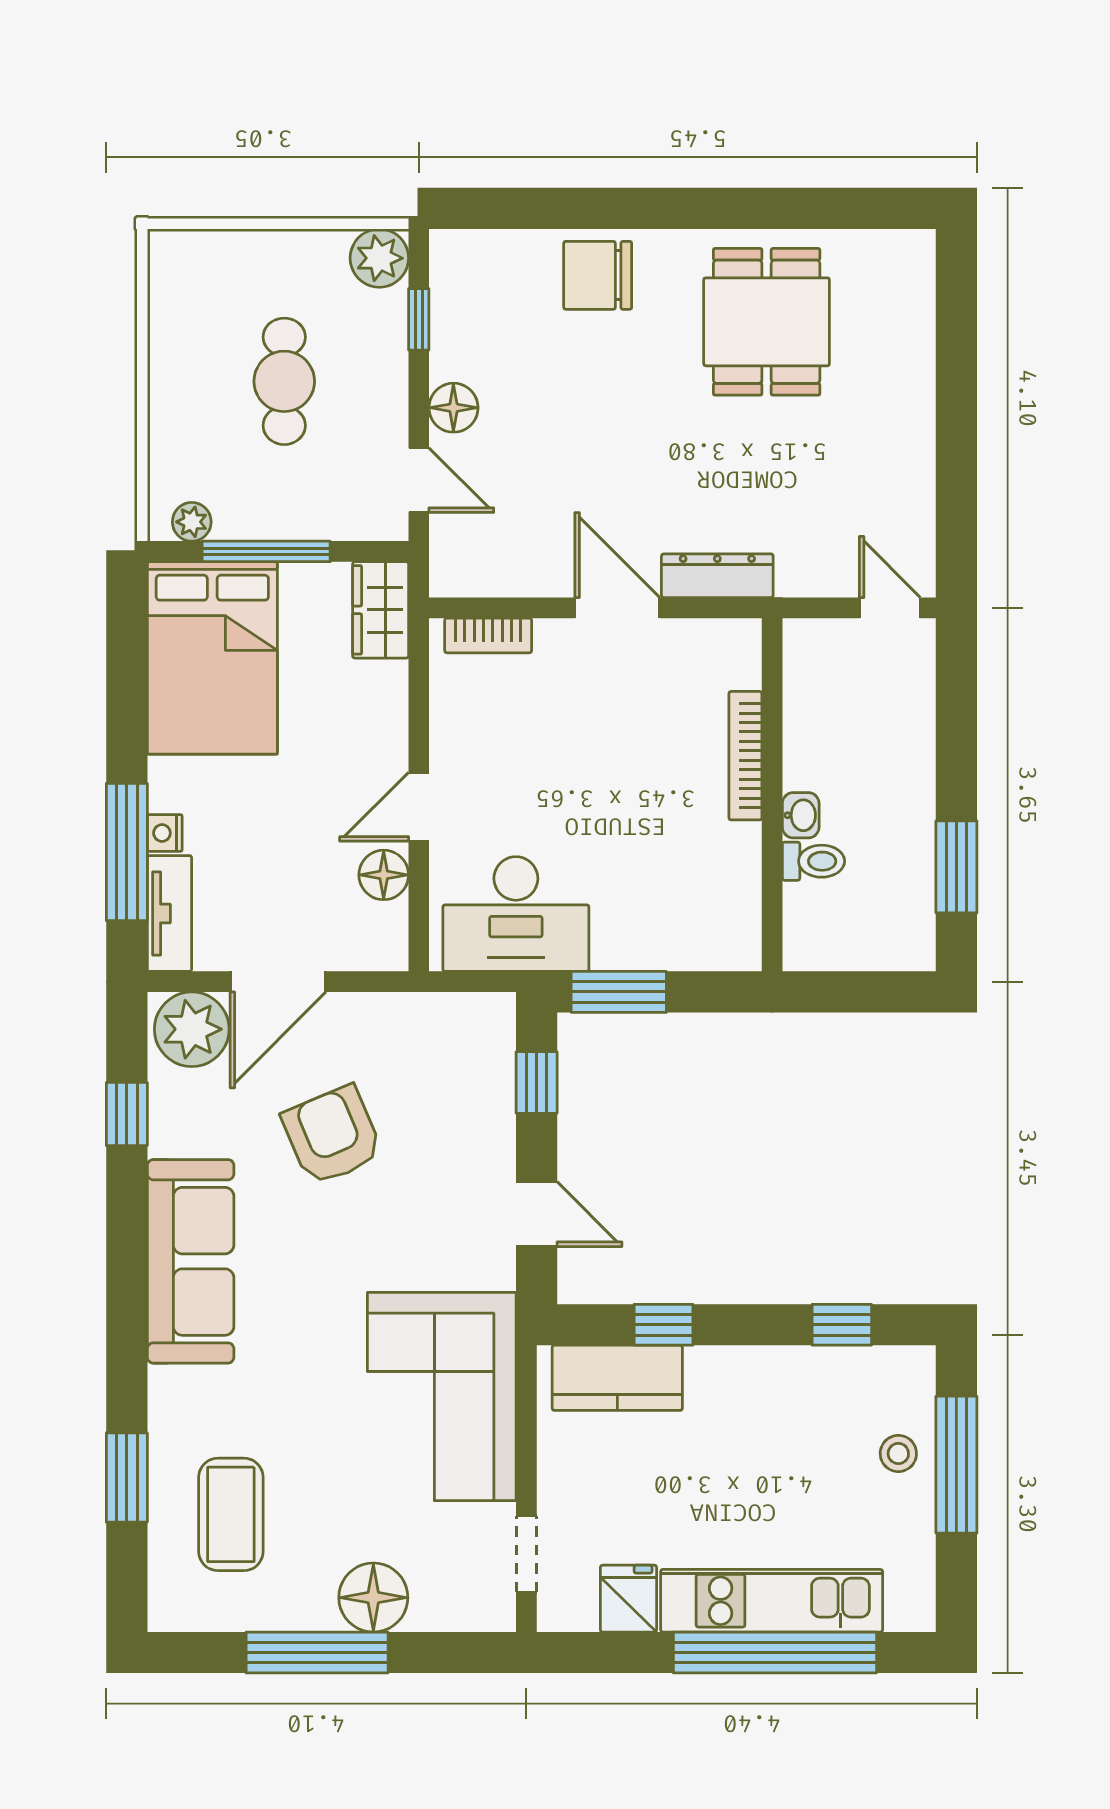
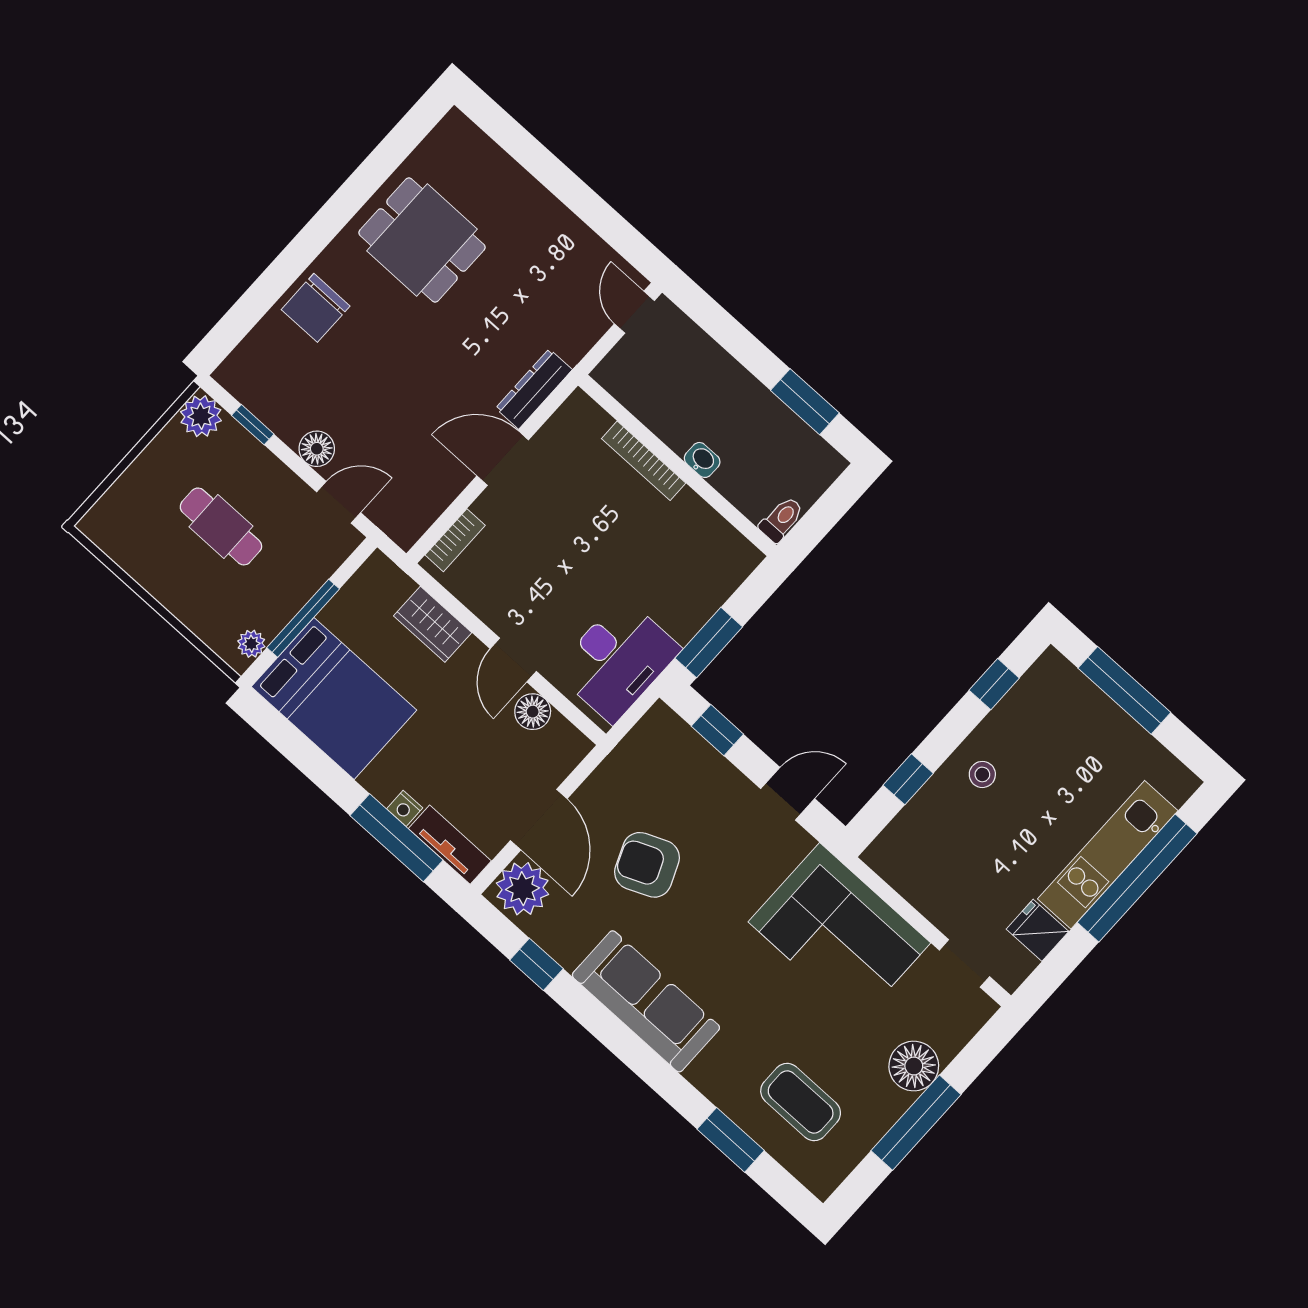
door: (890, 608) -> (634, 312), hinge flipped
wardrobe: (381, 610) -> (433, 624), moved
toilet: (813, 861) -> (782, 519), moved
kitchen counter: (617, 1378) -> (914, 830), removed
stool: (898, 1454) -> (982, 774), moved

